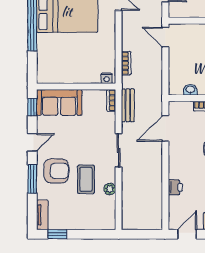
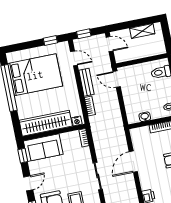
wardrobe: (68, 73) -> (46, 123), added
bench: (128, 105) -> (86, 82), moved
door: (165, 128) -> (133, 162), moved

